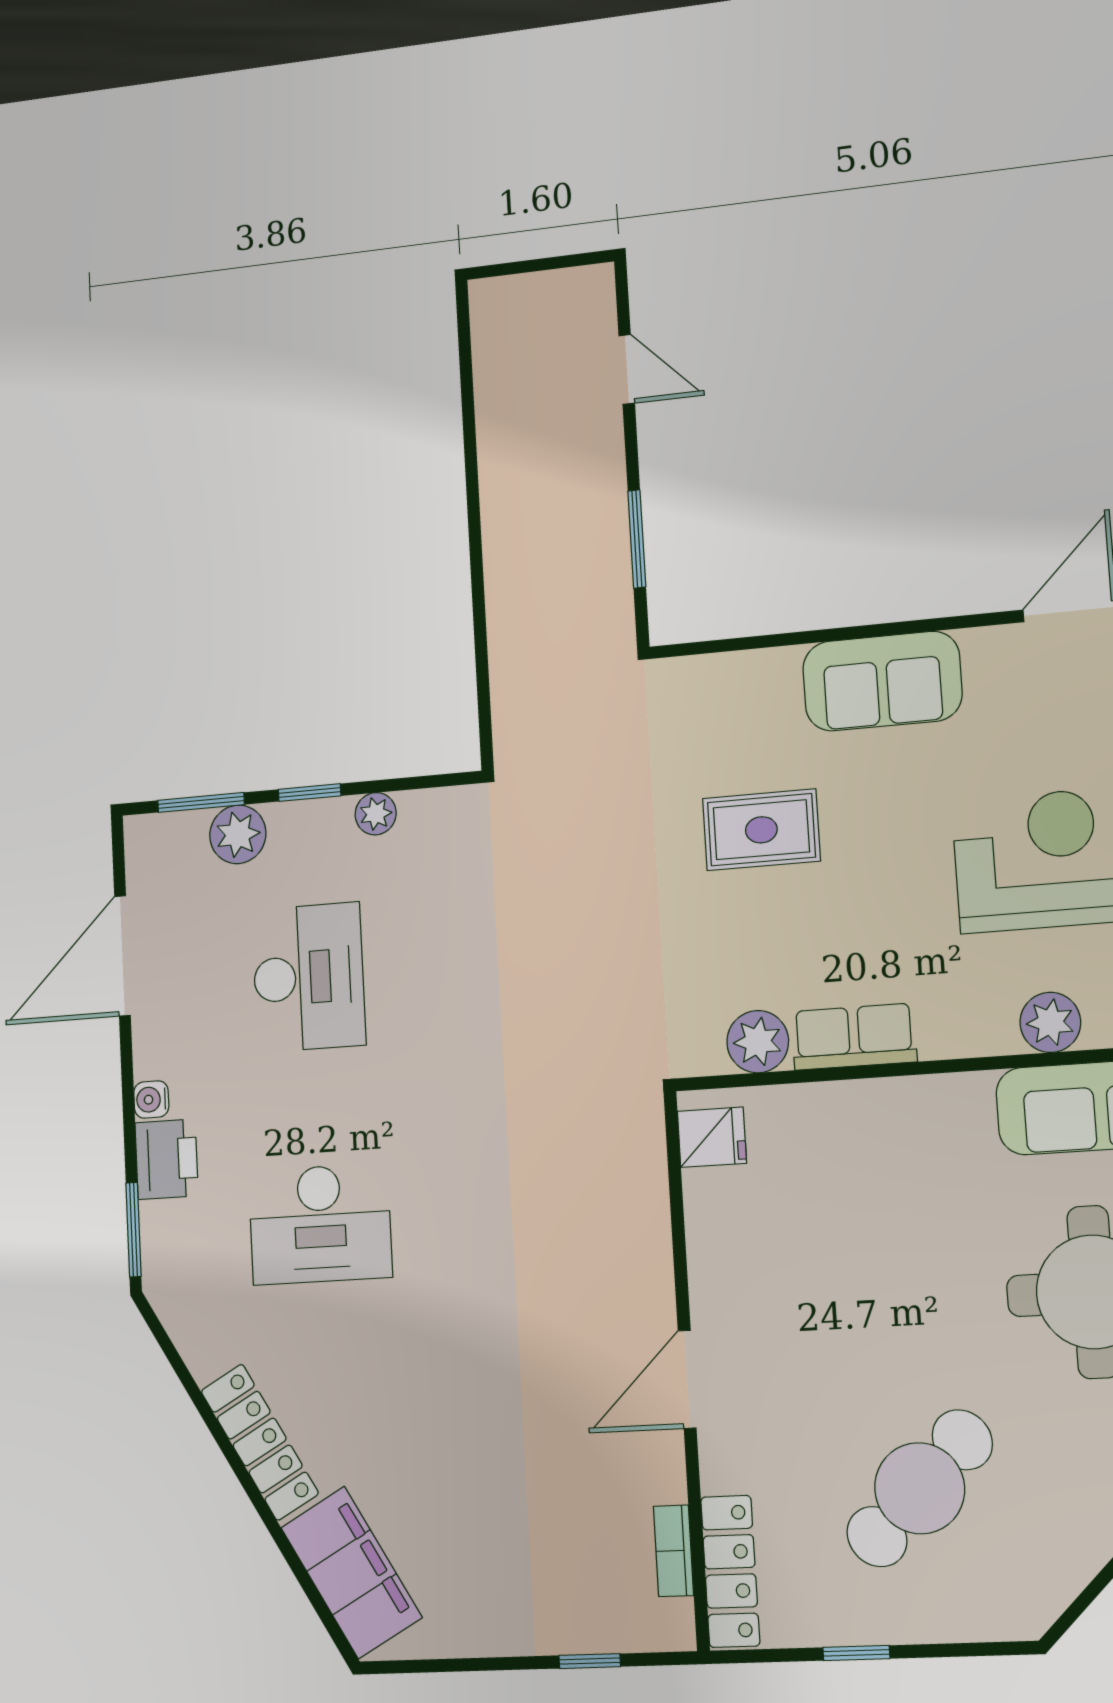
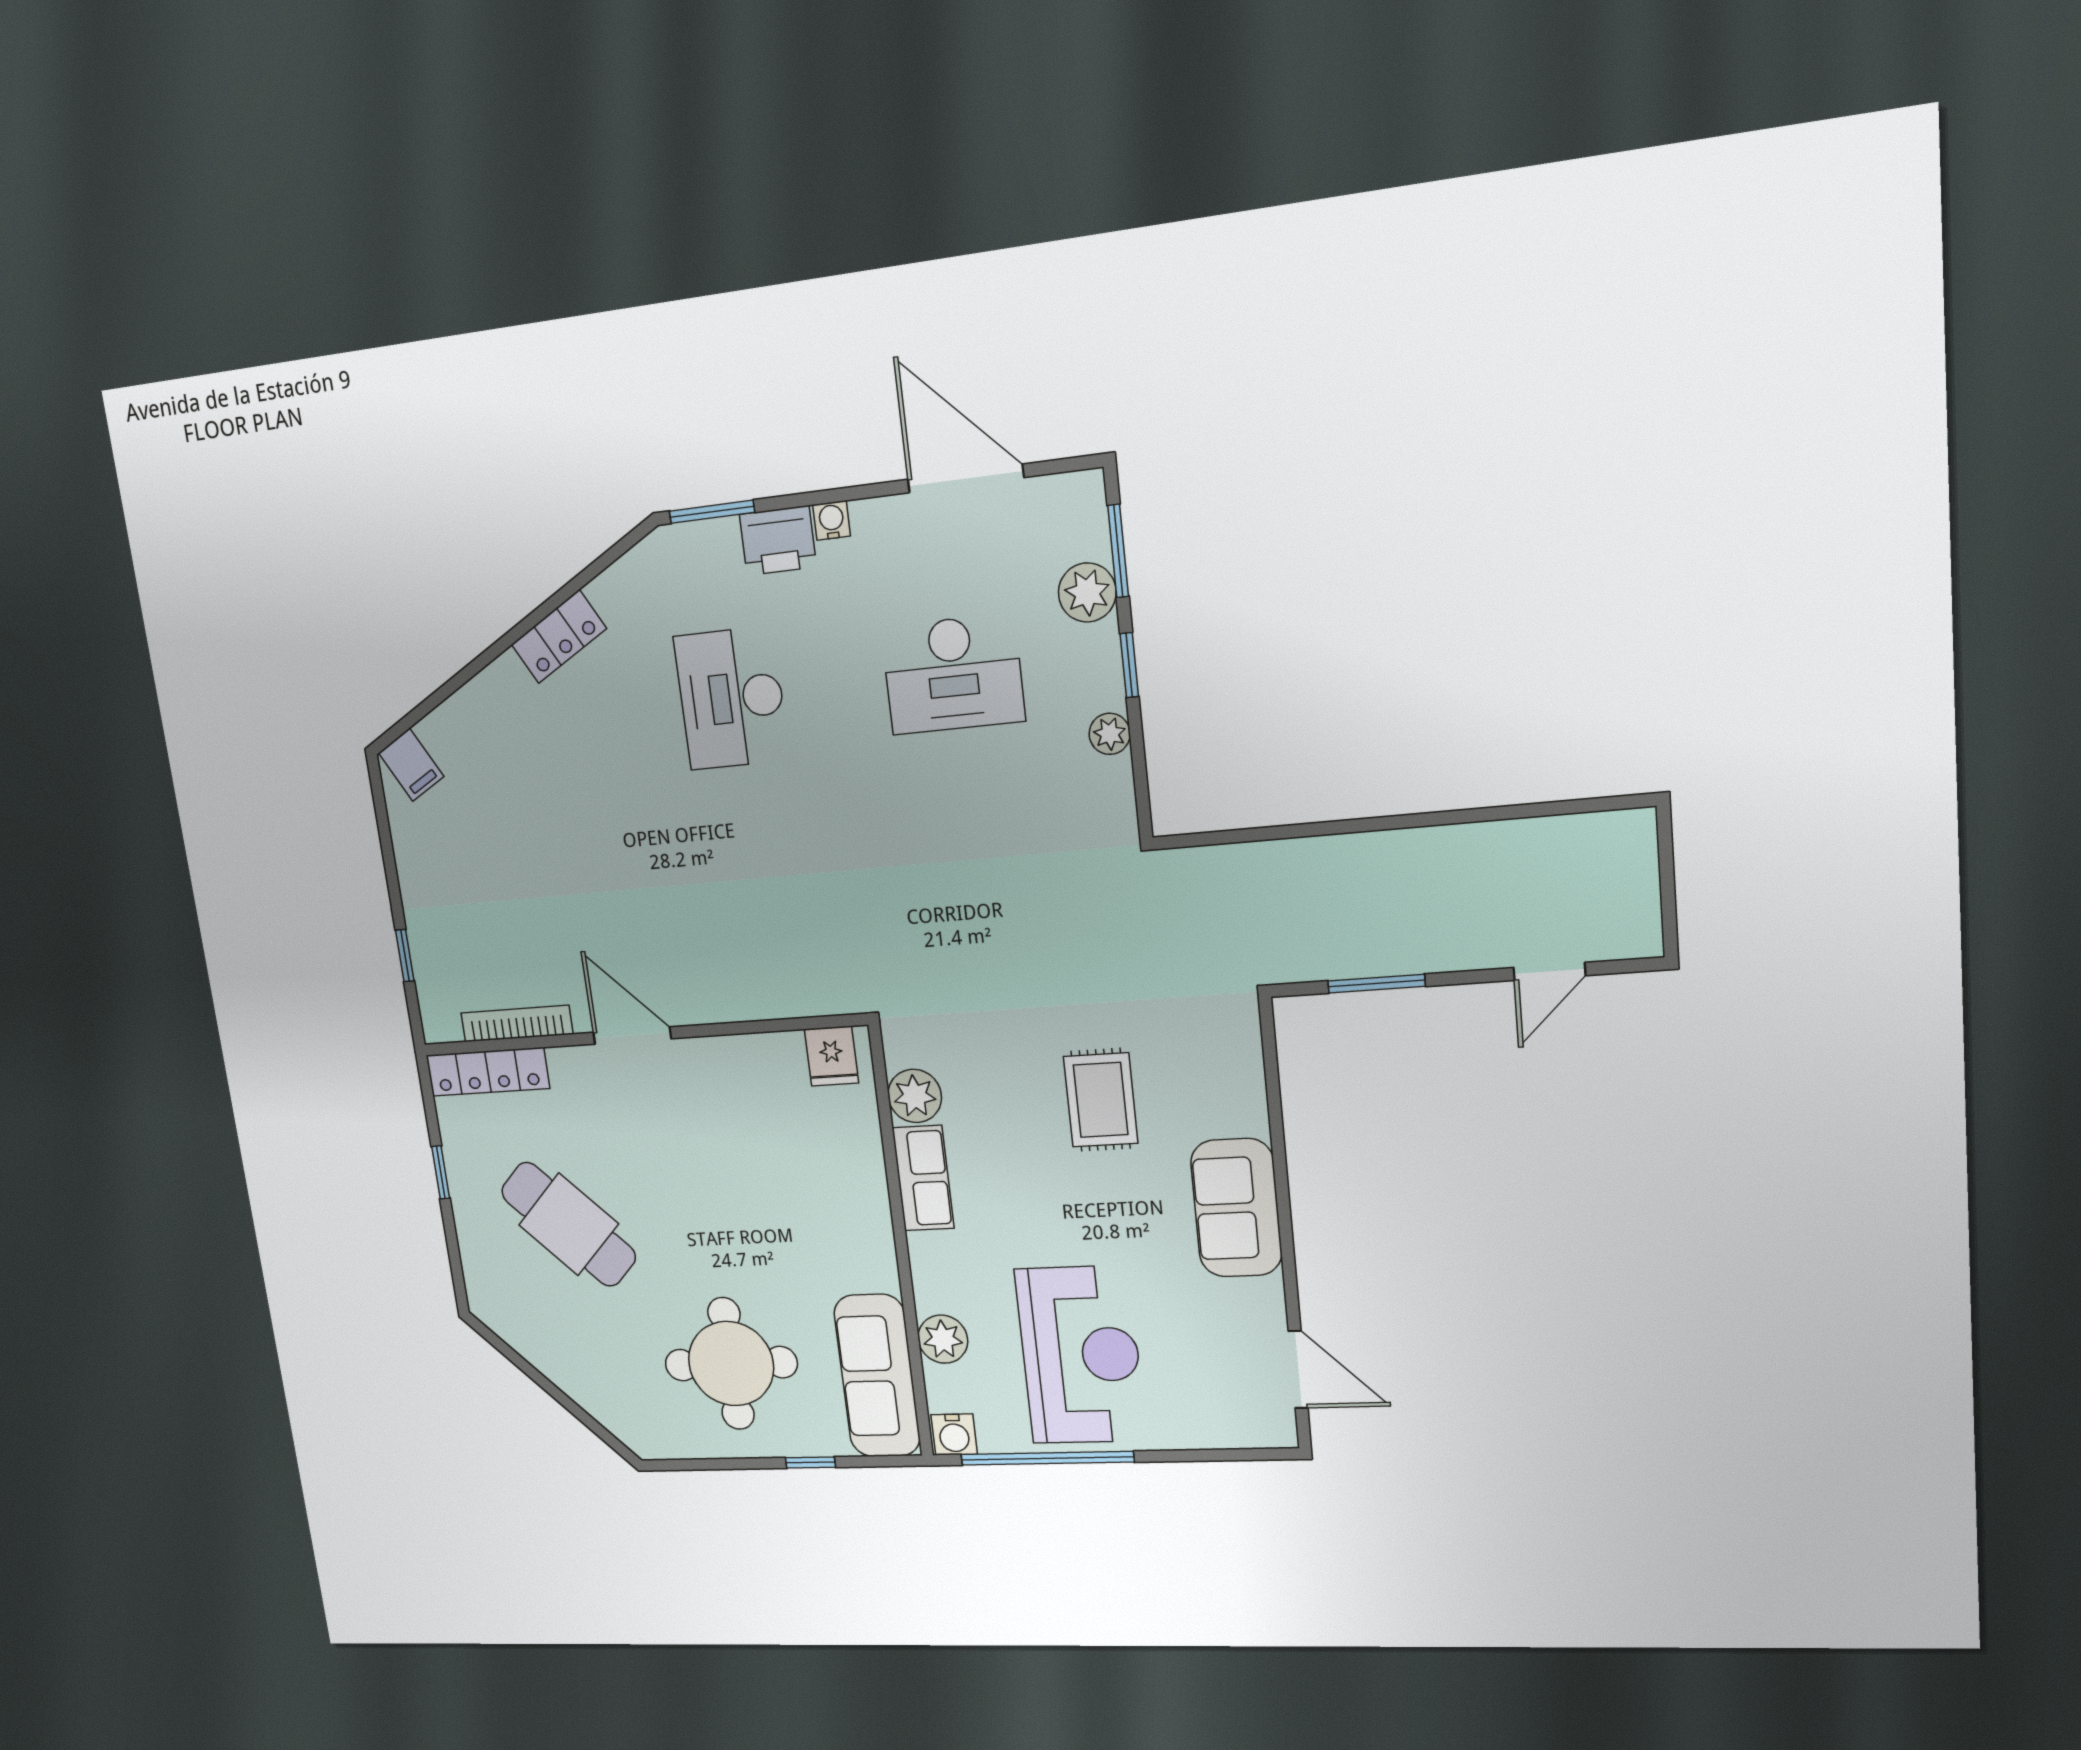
locker: (260, 1442) -> (559, 637), width x0.66
bookcase: (674, 1551) -> (517, 1023), width x1.56
filing cabinet: (351, 1572) -> (411, 765), width x0.33, depth x0.86

